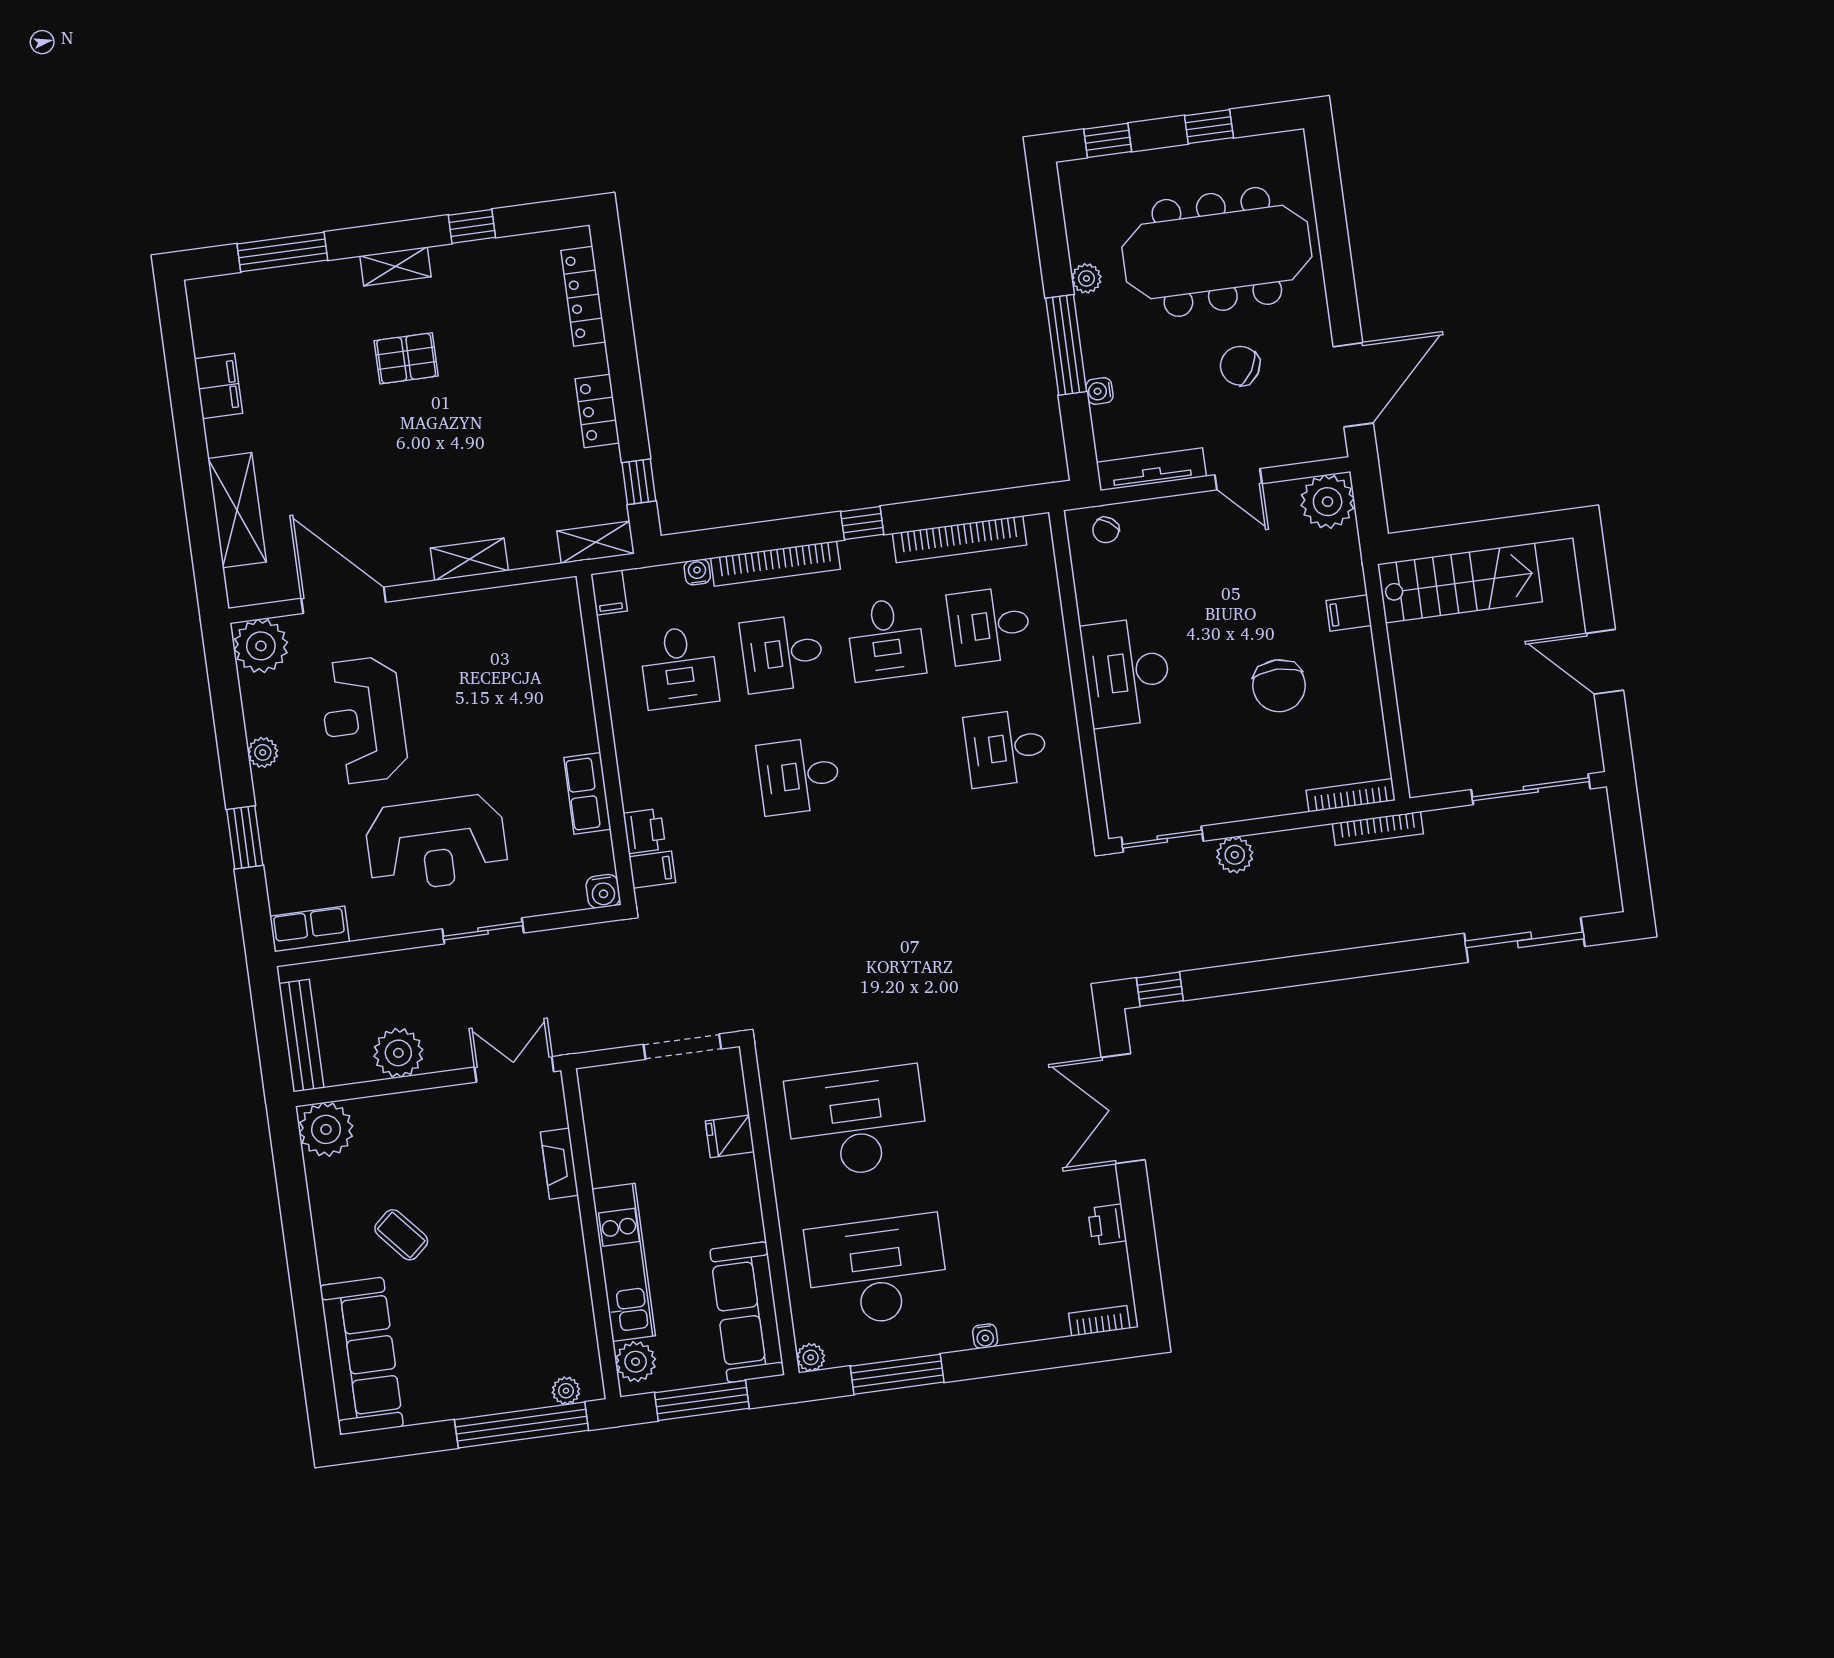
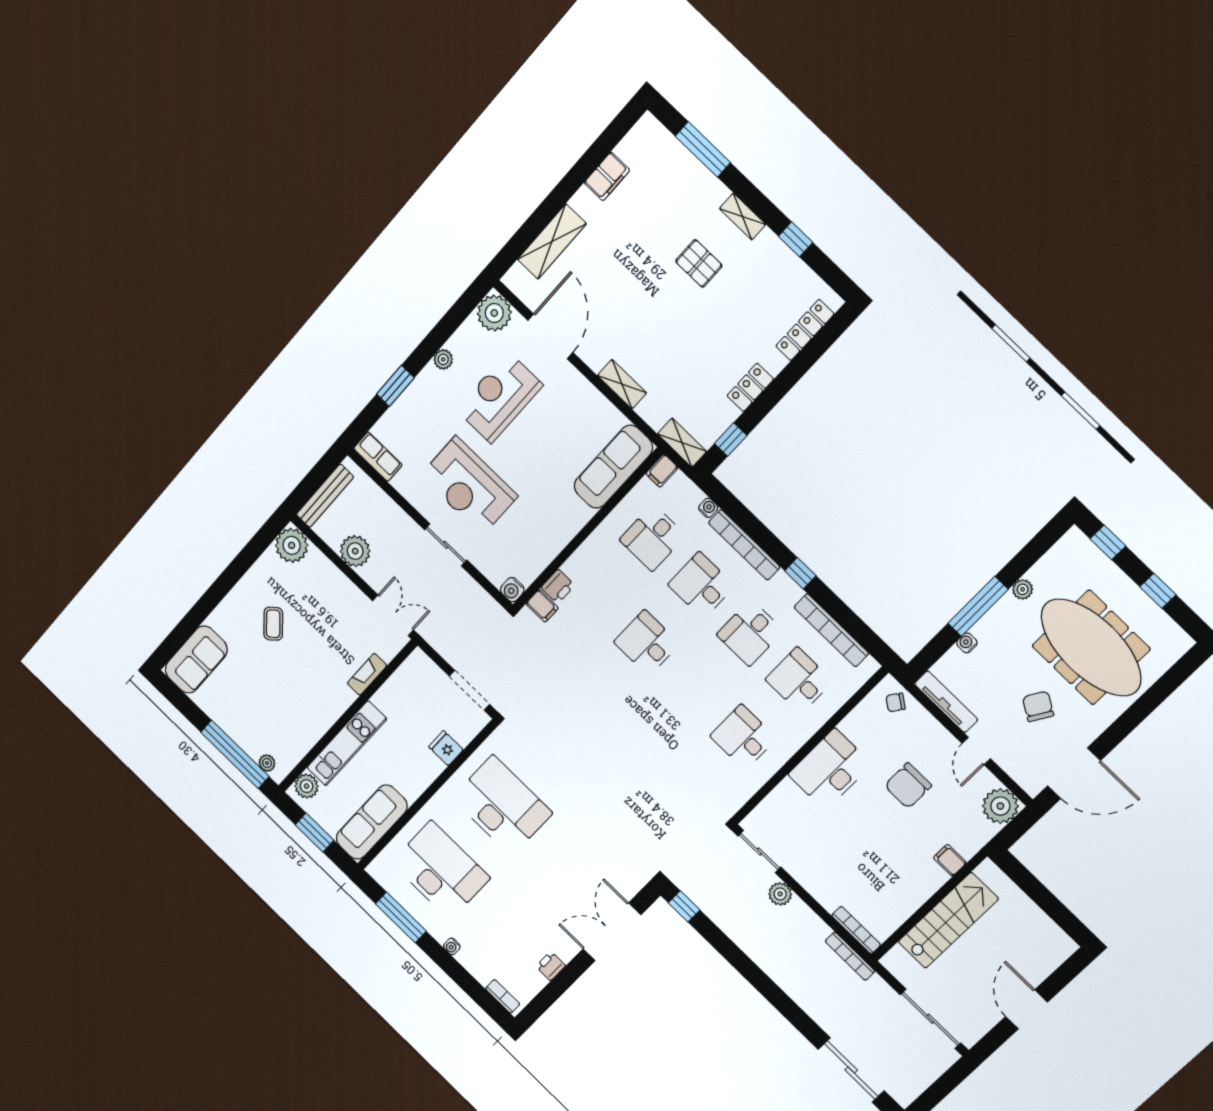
stairs: (1460, 583) -> (948, 920), moved, turned -90
sofa: (557, 648) -> (613, 467), added
chair: (1279, 686) -> (908, 786), moved
row of seats: (587, 793) -> (553, 542), removed
sofa: (362, 1356) -> (196, 660), width x0.73
plant: (811, 1357) -> (375, 870), removed
window: (702, 1401) -> (314, 832), width x0.69

